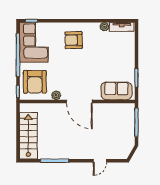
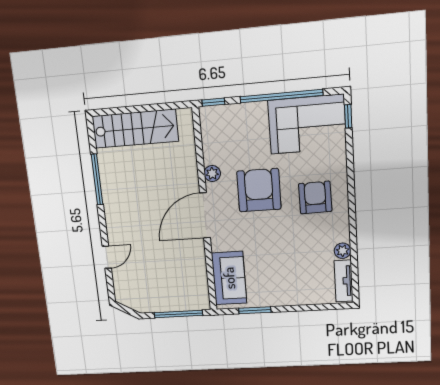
armchair: (35, 82) -> (259, 190), moved, turned 90
door: (100, 161) -> (107, 257), swing flipped

